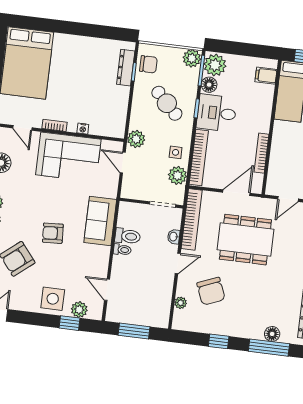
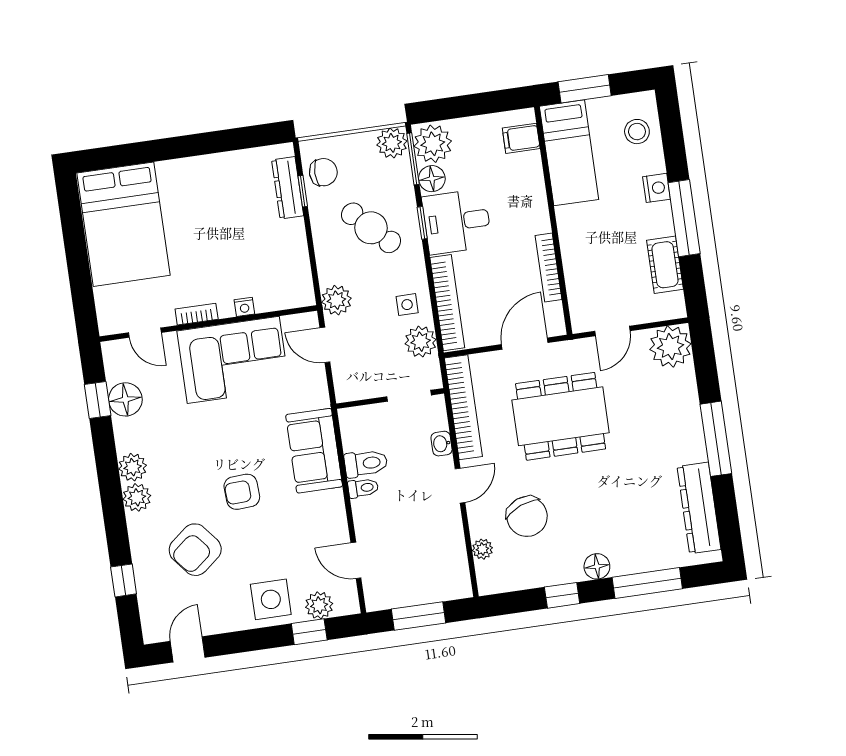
floor lamp: (272, 334) -> (597, 566), moved

